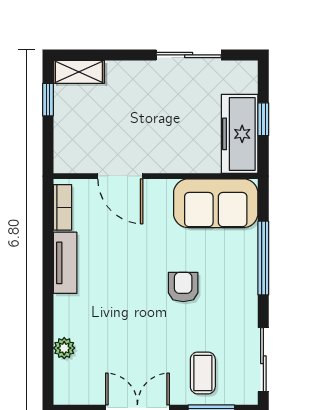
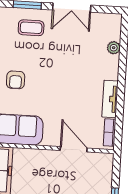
armchair: (183, 287) -> (16, 80), moved
coffee table: (203, 373) -> (31, 28), turned 90

